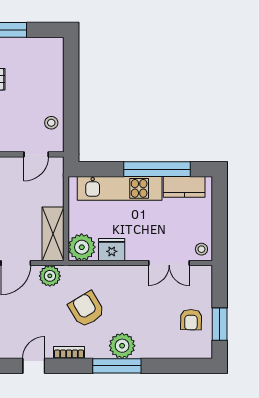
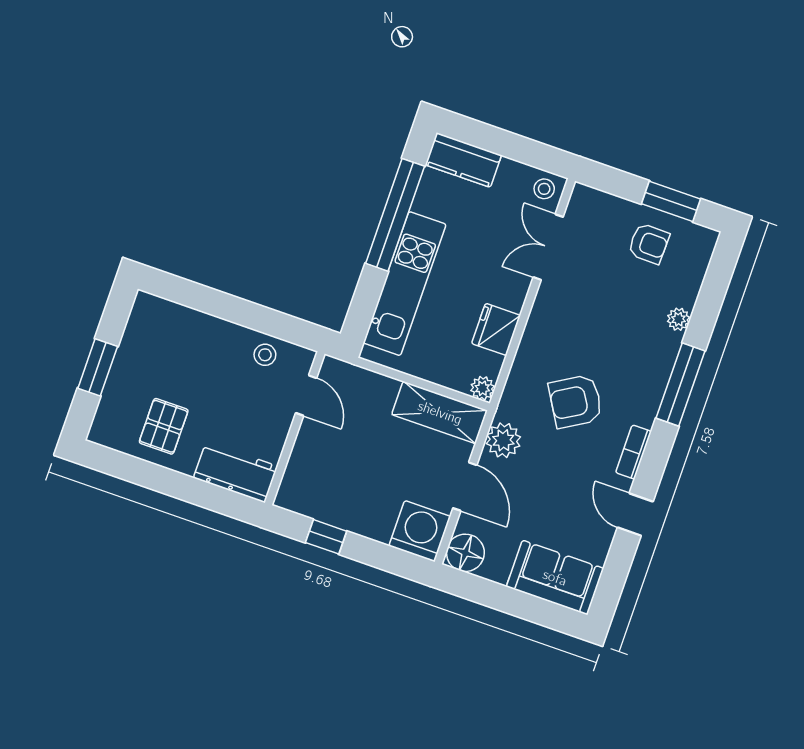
kitchen counter: (184, 187) -> (463, 160), moved, turned 90
plant: (82, 247) -> (482, 388), width x0.53, depth x0.53
double door: (169, 263) -> (548, 247), swing flipped
plant: (122, 346) -> (678, 319), moved, width x0.53, depth x0.53

